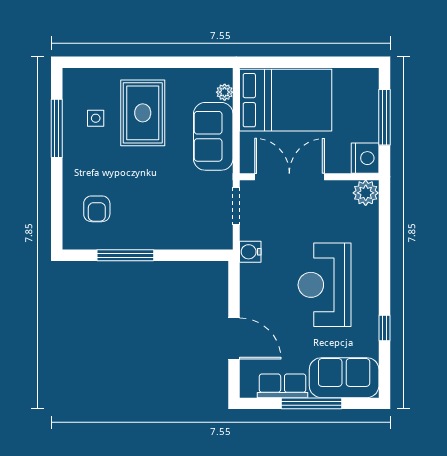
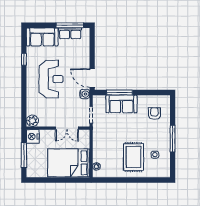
window: (57, 128) -> (173, 139), moved
sofa: (213, 136) -> (121, 104), moved, turned 90
double door: (289, 177) -> (67, 128), width x0.73
window: (125, 255) -> (120, 92), moved
door: (234, 339) -> (92, 78), moved
window: (312, 403) -> (70, 25), moved

